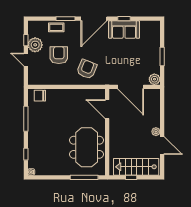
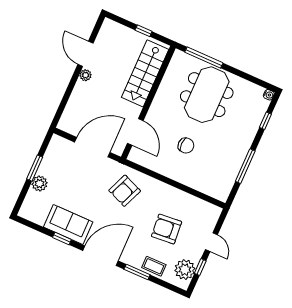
plant: (35, 45) -> (185, 270), moved
armchair: (59, 55) -> (167, 229), turned 85
armchair: (87, 69) -> (125, 191), moved
plant: (154, 79) -> (39, 184), moved
door: (131, 87) -> (92, 147), hinge flipped
chair: (40, 96) -> (186, 146), moved
meeting table: (87, 147) -> (207, 95), moved
stairs: (136, 167) -> (145, 73), moved, turned 90

